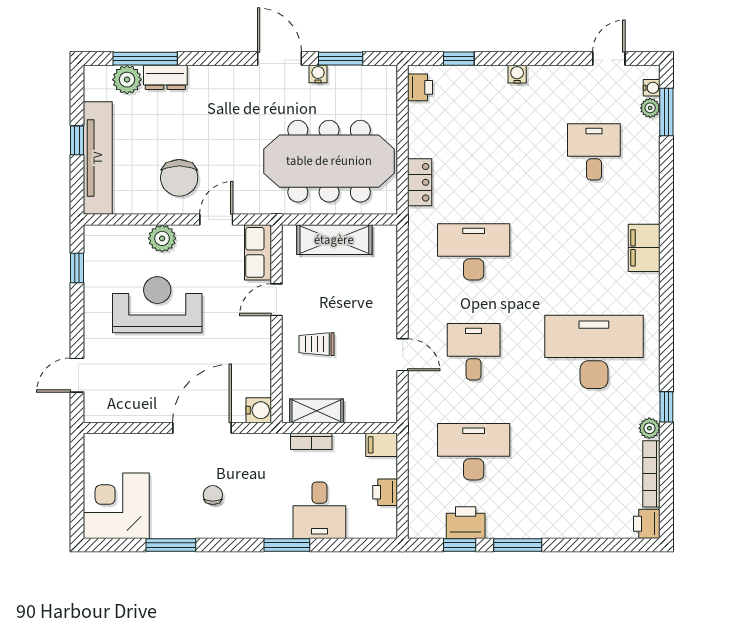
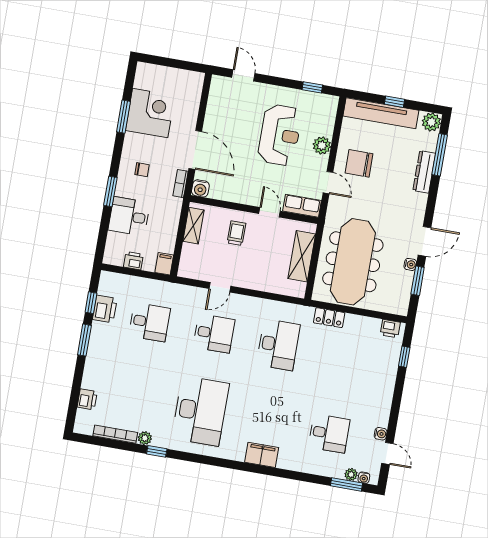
water cooler: (517, 74) -> (381, 434), moved
dresser: (165, 77) -> (424, 172), width x1.44
plant: (127, 80) -> (431, 122), moved
bookcase: (311, 441) -> (181, 184), moved
desk: (474, 452) -> (149, 322), width x0.73
chair: (213, 495) -> (142, 170), moved
corner desk: (116, 506) -> (150, 113), moved
printer: (647, 524) -> (87, 399), moved, turned 90

